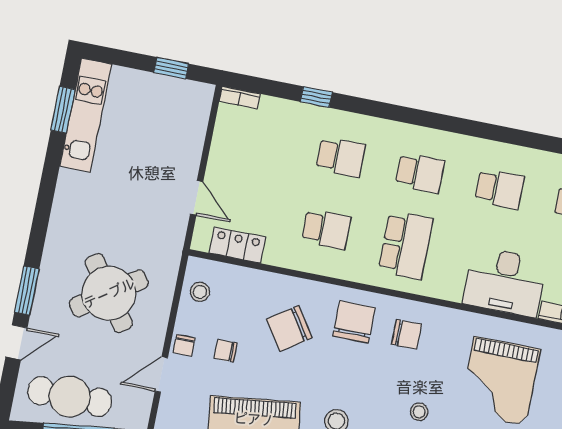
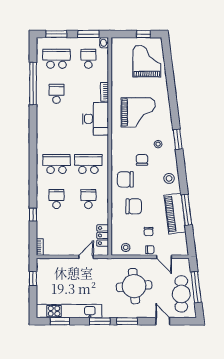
kitchen unit: (86, 115) -> (69, 311), width x1.36
school desk: (420, 173) -> (56, 164), width x1.85
school desk: (499, 189) -> (56, 129), removed
window: (45, 200) -> (100, 321), added
window: (27, 291) -> (127, 321), moved
round table: (109, 293) -> (134, 286), turned 30
chair: (289, 329) -> (134, 206), turned -56
chair: (406, 334) -> (142, 160), moved

